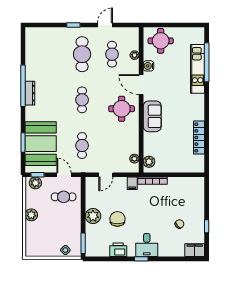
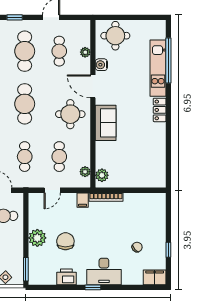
cafe table: (82, 100) -> (25, 104), width x1.37, depth x1.35
locker: (199, 137) -> (160, 110), moved, width x0.66
cafe table: (112, 145) -> (59, 157), added
desk: (147, 245) -> (104, 271), width x1.37

